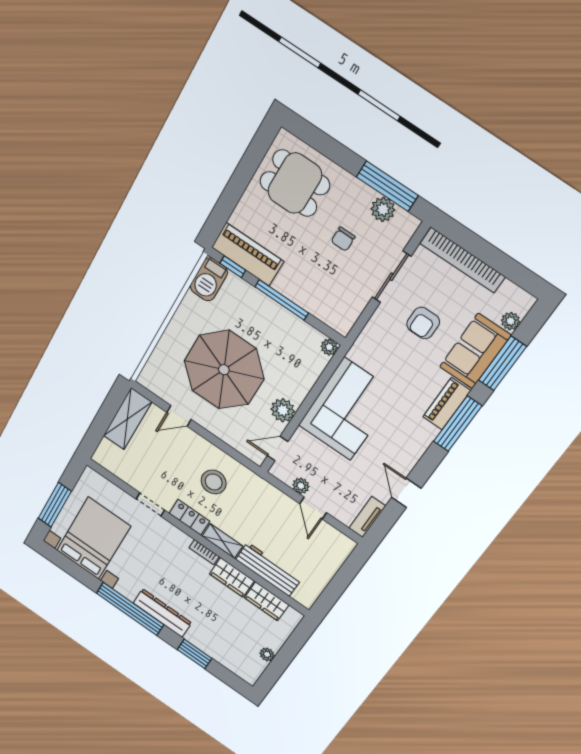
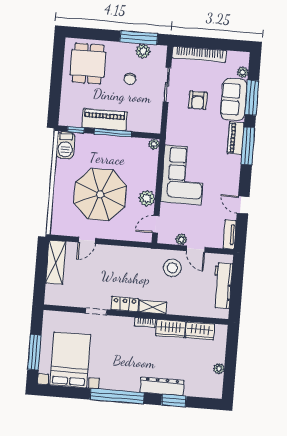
dining table: (295, 183) -> (88, 64), turned 90
piano: (248, 254) -> (104, 120), moved
stool: (214, 482) -> (172, 268), moved
workbench: (268, 569) -> (223, 285), moved, turned -90
dresser: (162, 613) -> (162, 386), moved

